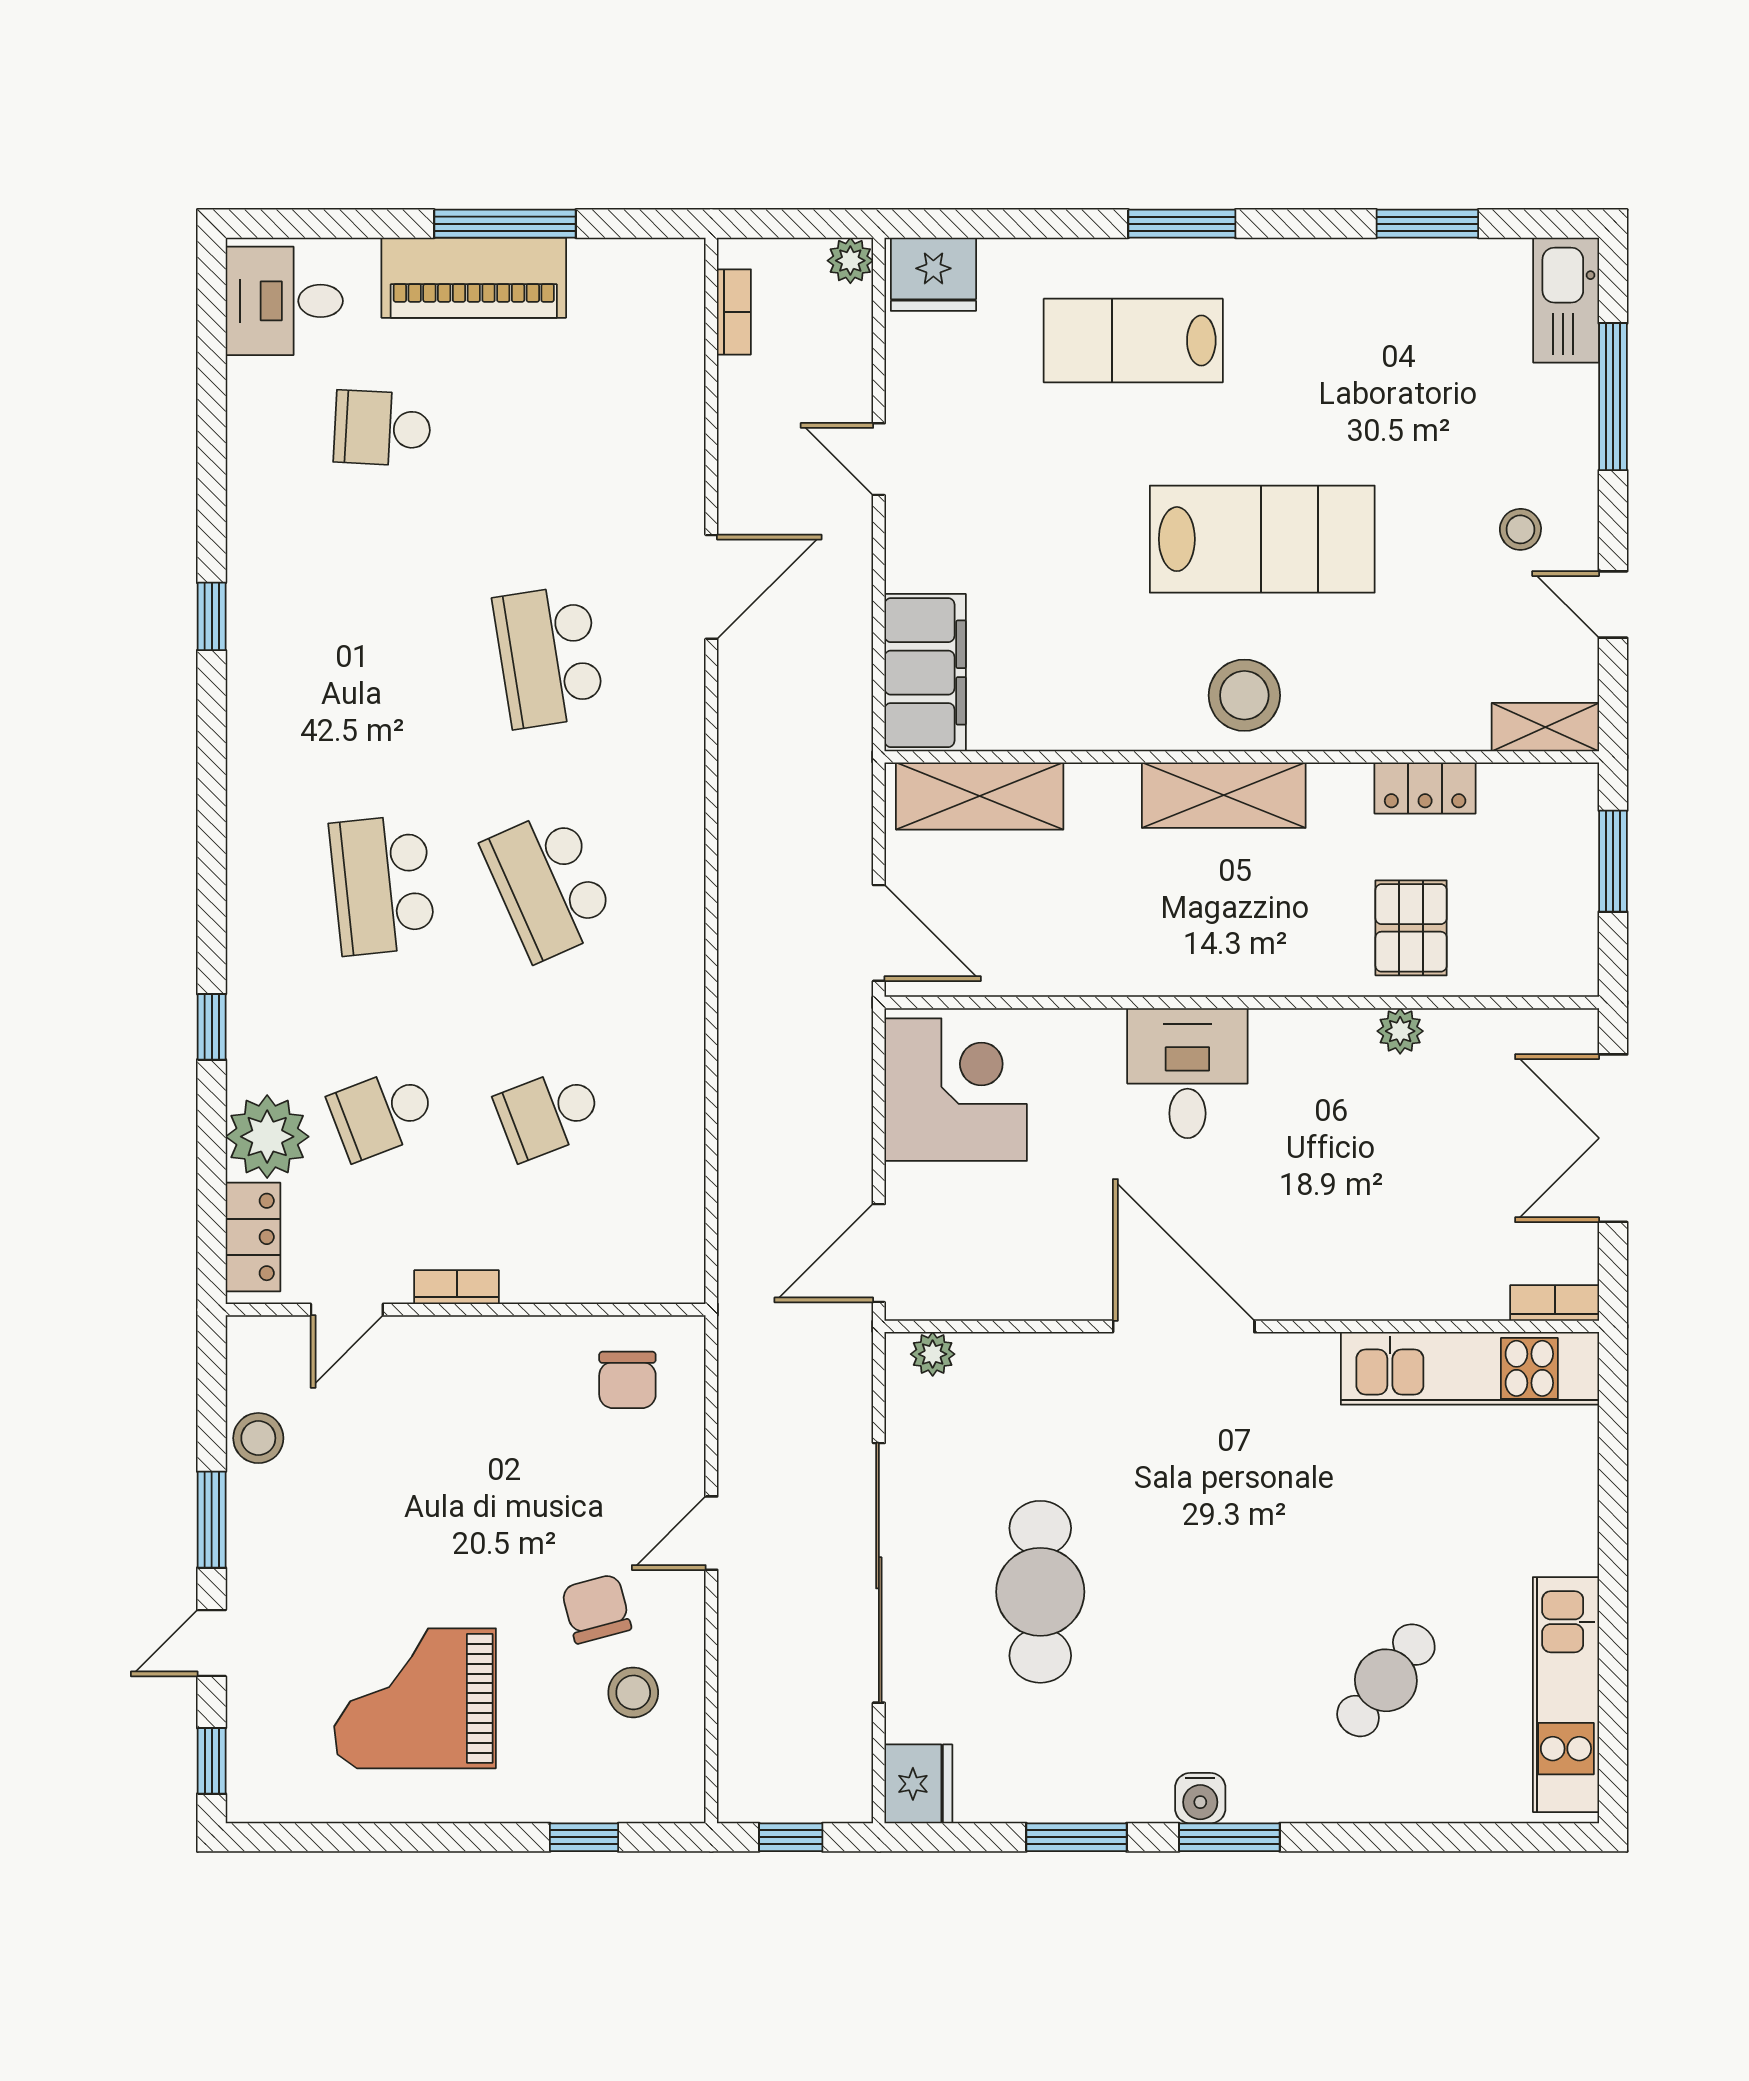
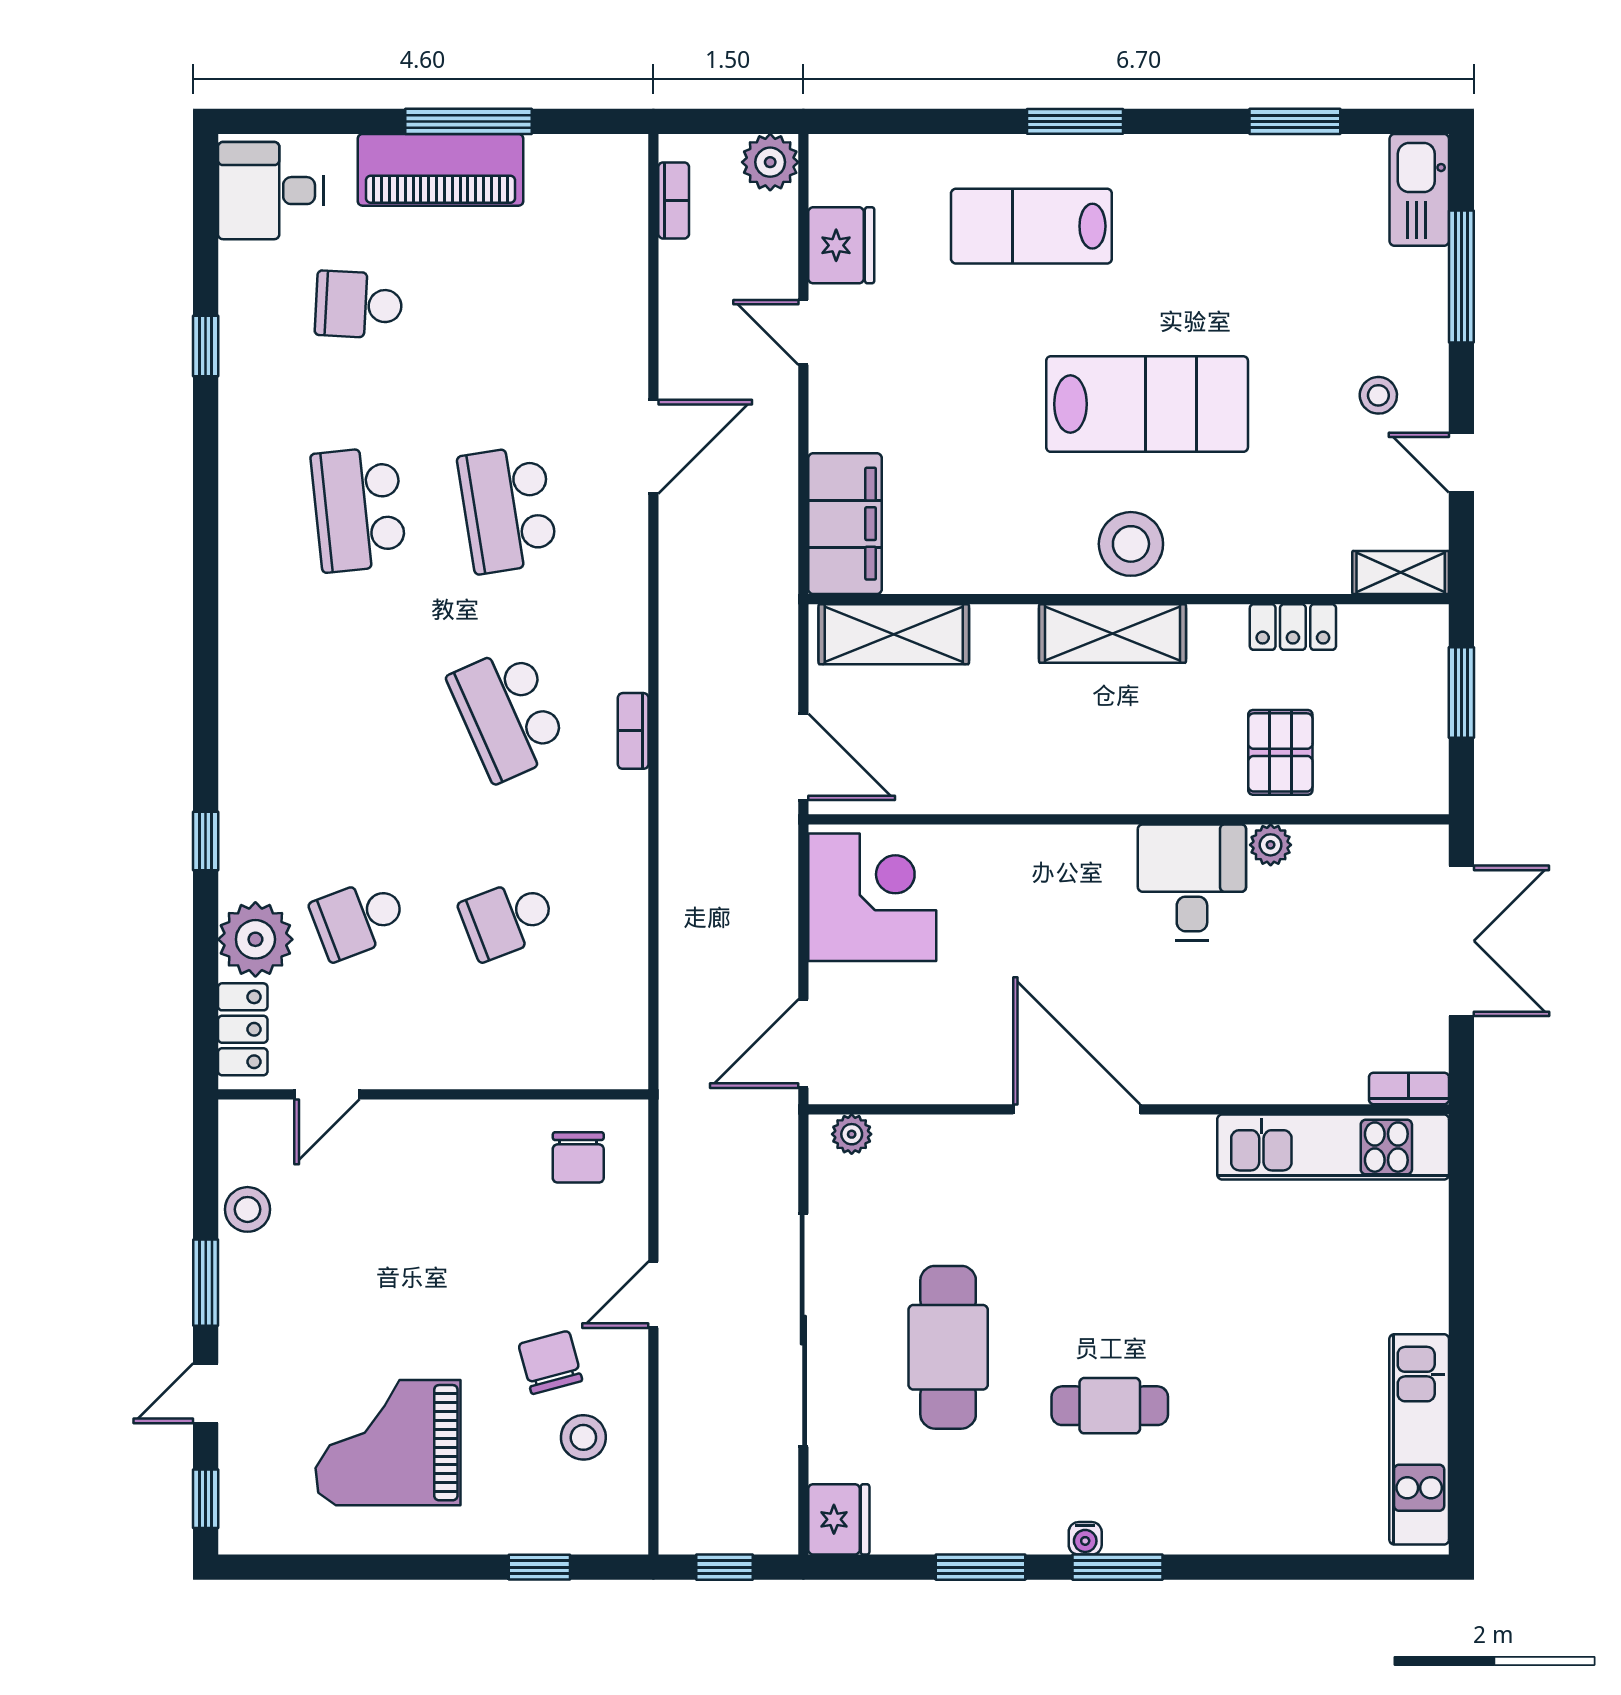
plant: (850, 261) -> (770, 162), width x1.38, depth x1.38
fridge: (933, 274) -> (841, 245), moved, turned -90
window: (212, 616) -> (206, 346), moved
school desk: (382, 885) -> (359, 509), moved
desk: (1187, 1073) -> (1192, 883), moved
double door: (1613, 1138) -> (1461, 941), swing flipped
bookcase: (457, 1287) -> (633, 731), moved, turned -90
cafe table: (1386, 1680) -> (1110, 1406), moved, turned 52
water cooler: (1200, 1798) -> (1085, 1538), width x0.72, depth x0.72

